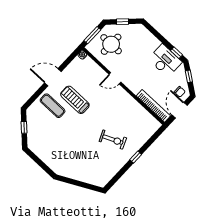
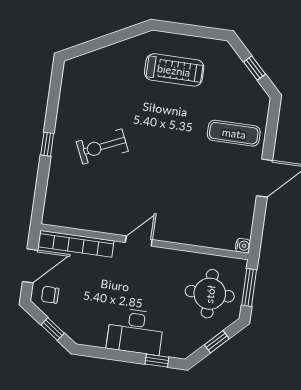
window: (176, 53) -> (157, 361), moved
desk: (165, 61) -> (135, 331), moved
door: (115, 78) -> (139, 241), moved
treadmill: (75, 100) -> (174, 70), moved
door: (180, 110) -> (30, 266), hinge flipped

